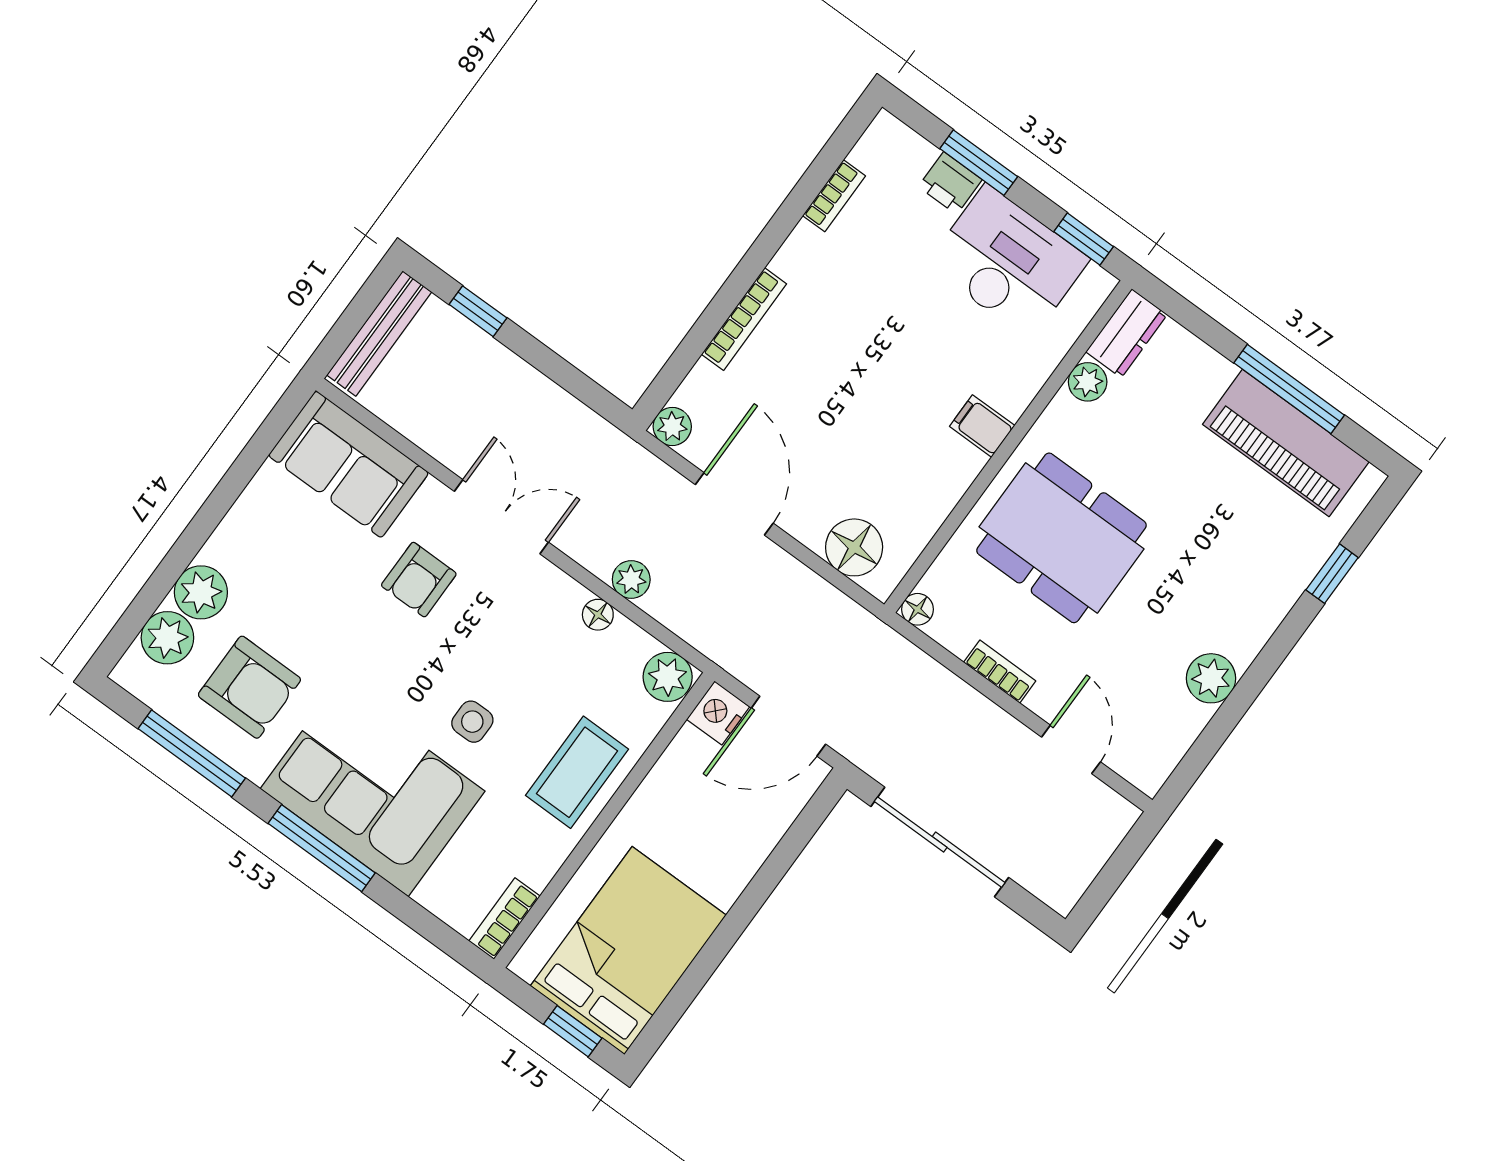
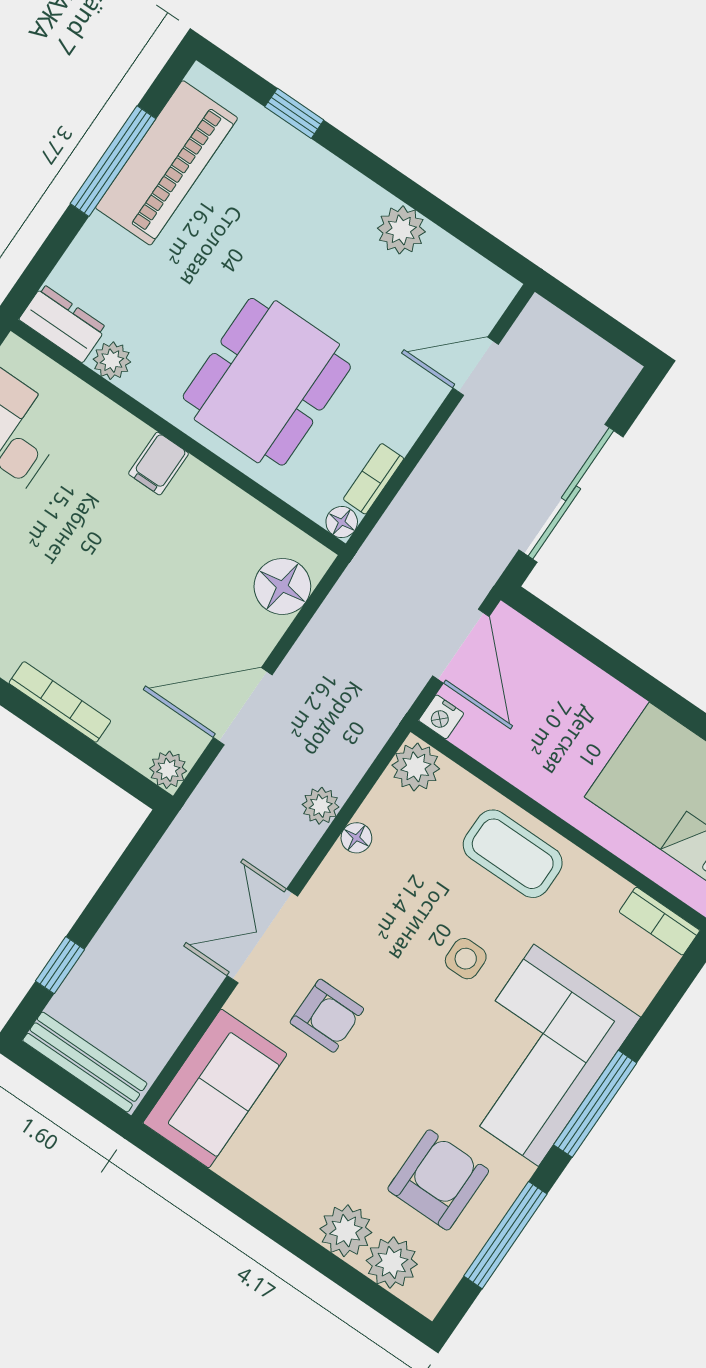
bookcase: (1000, 672) -> (374, 479), moved
nightstand: (718, 713) -> (441, 717), width x0.72, depth x0.74

